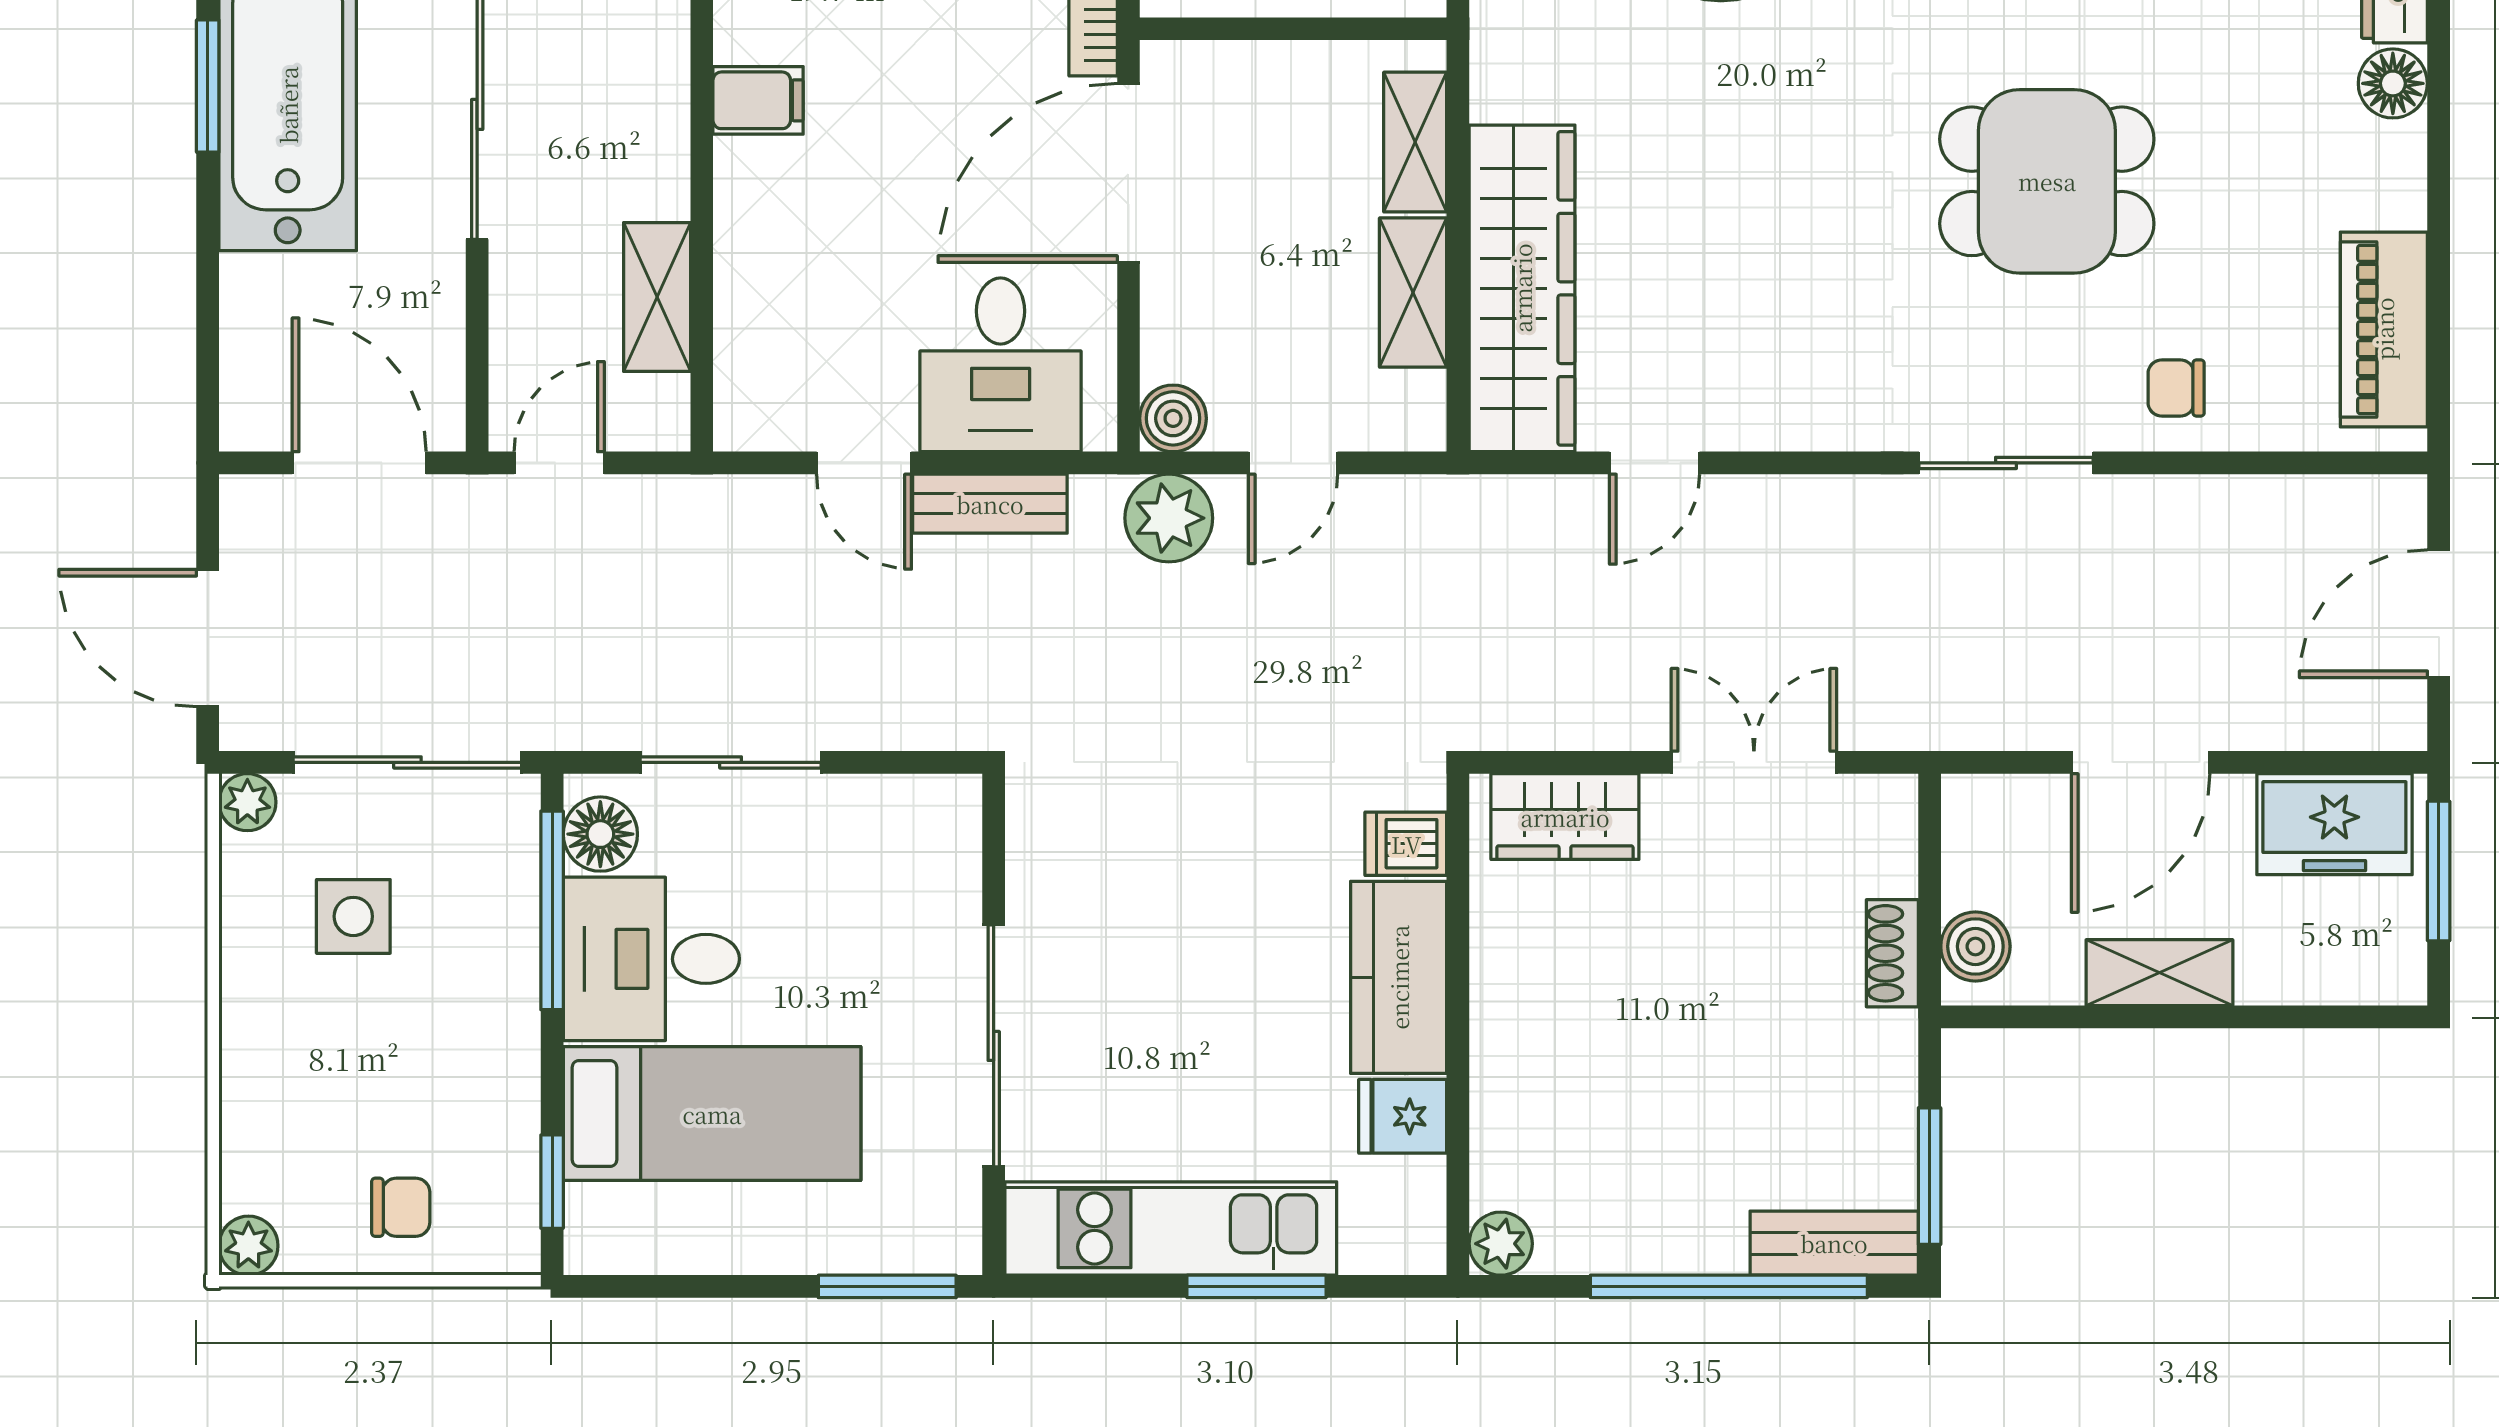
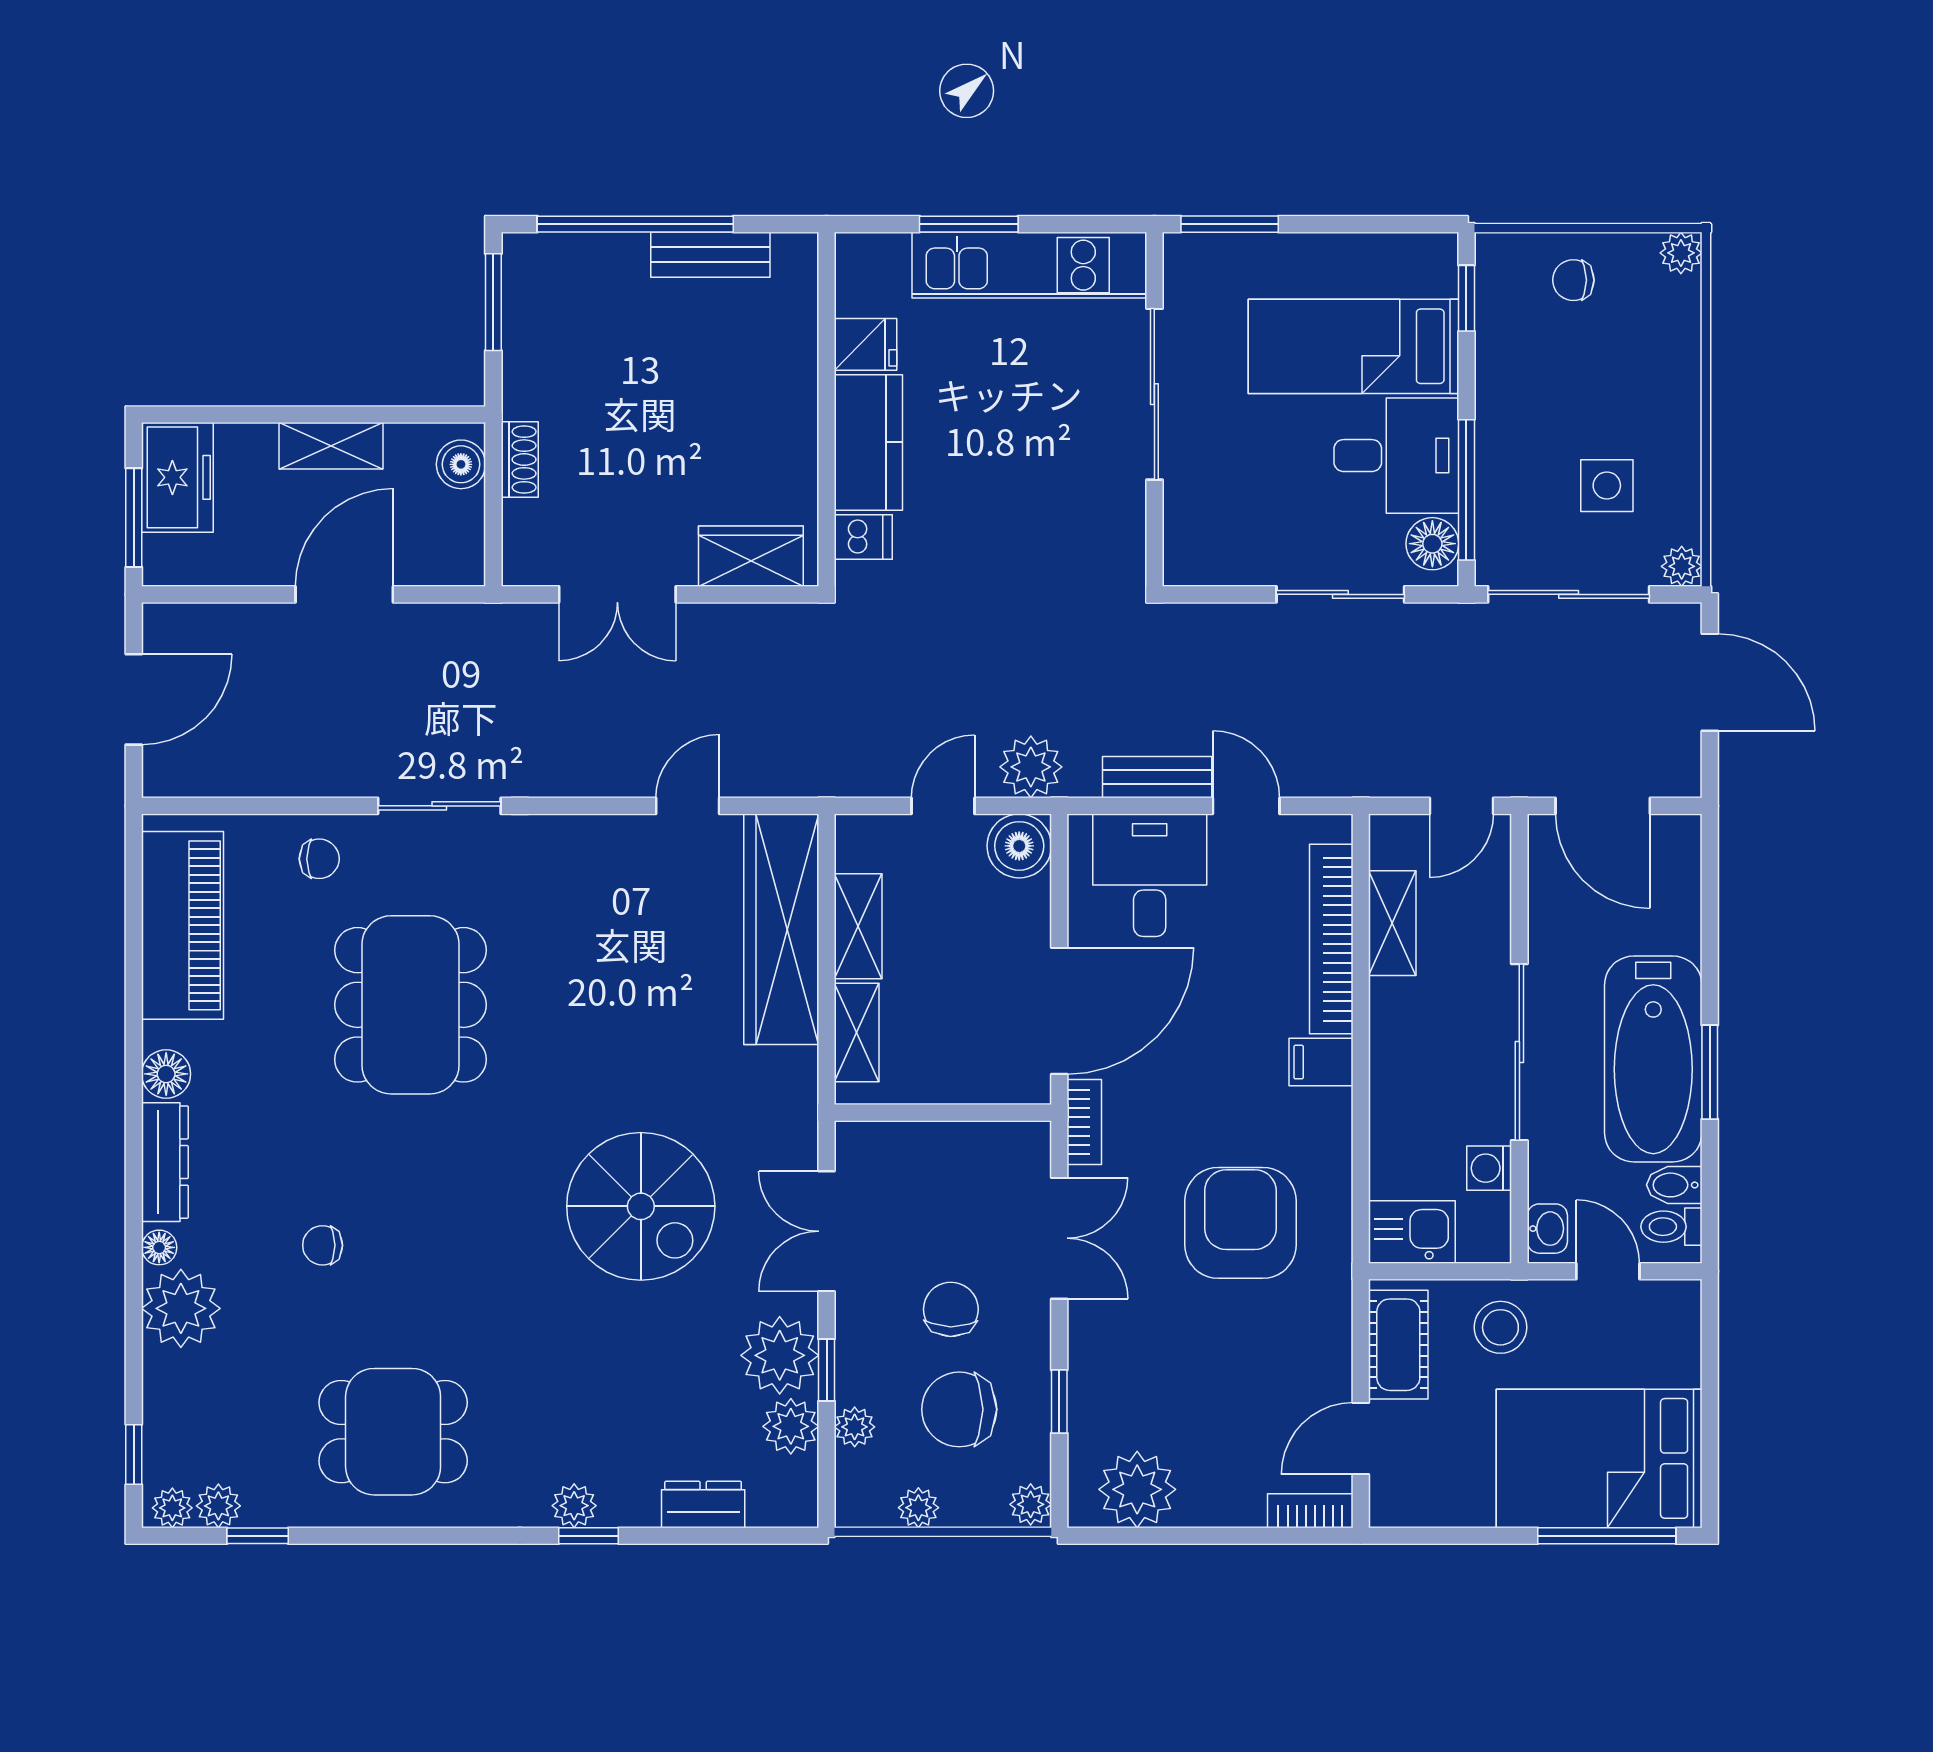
dining table: (2047, 181) -> (411, 1005), width x1.37
bookcase: (743, 274) -> (1331, 939), added
piano: (2384, 329) -> (183, 925), width x1.37, depth x1.33
boiler: (1173, 418) -> (1019, 846), width x1.36, depth x1.36
freezer: (2334, 824) -> (177, 477), moved, turned 90
bench: (1834, 1243) -> (710, 255), moved
plant: (1501, 1244) -> (796, 254), removed

